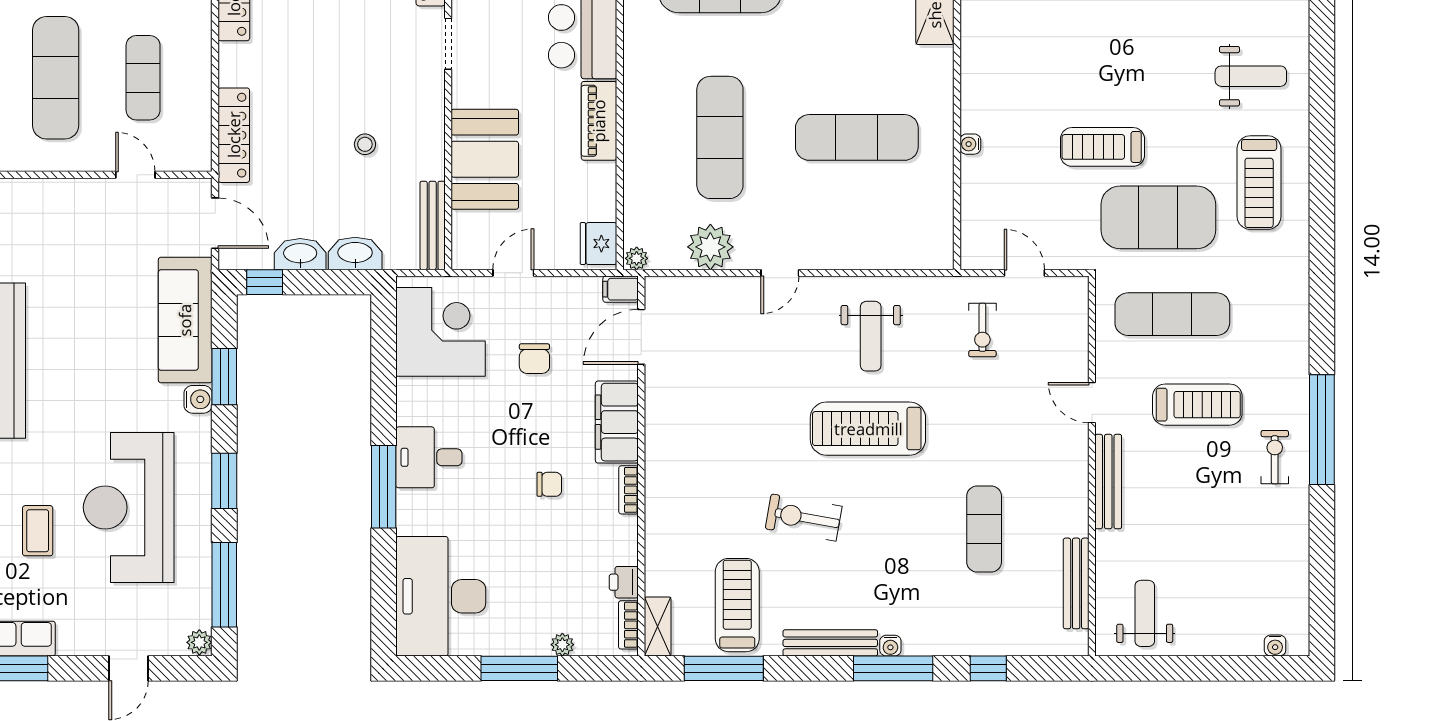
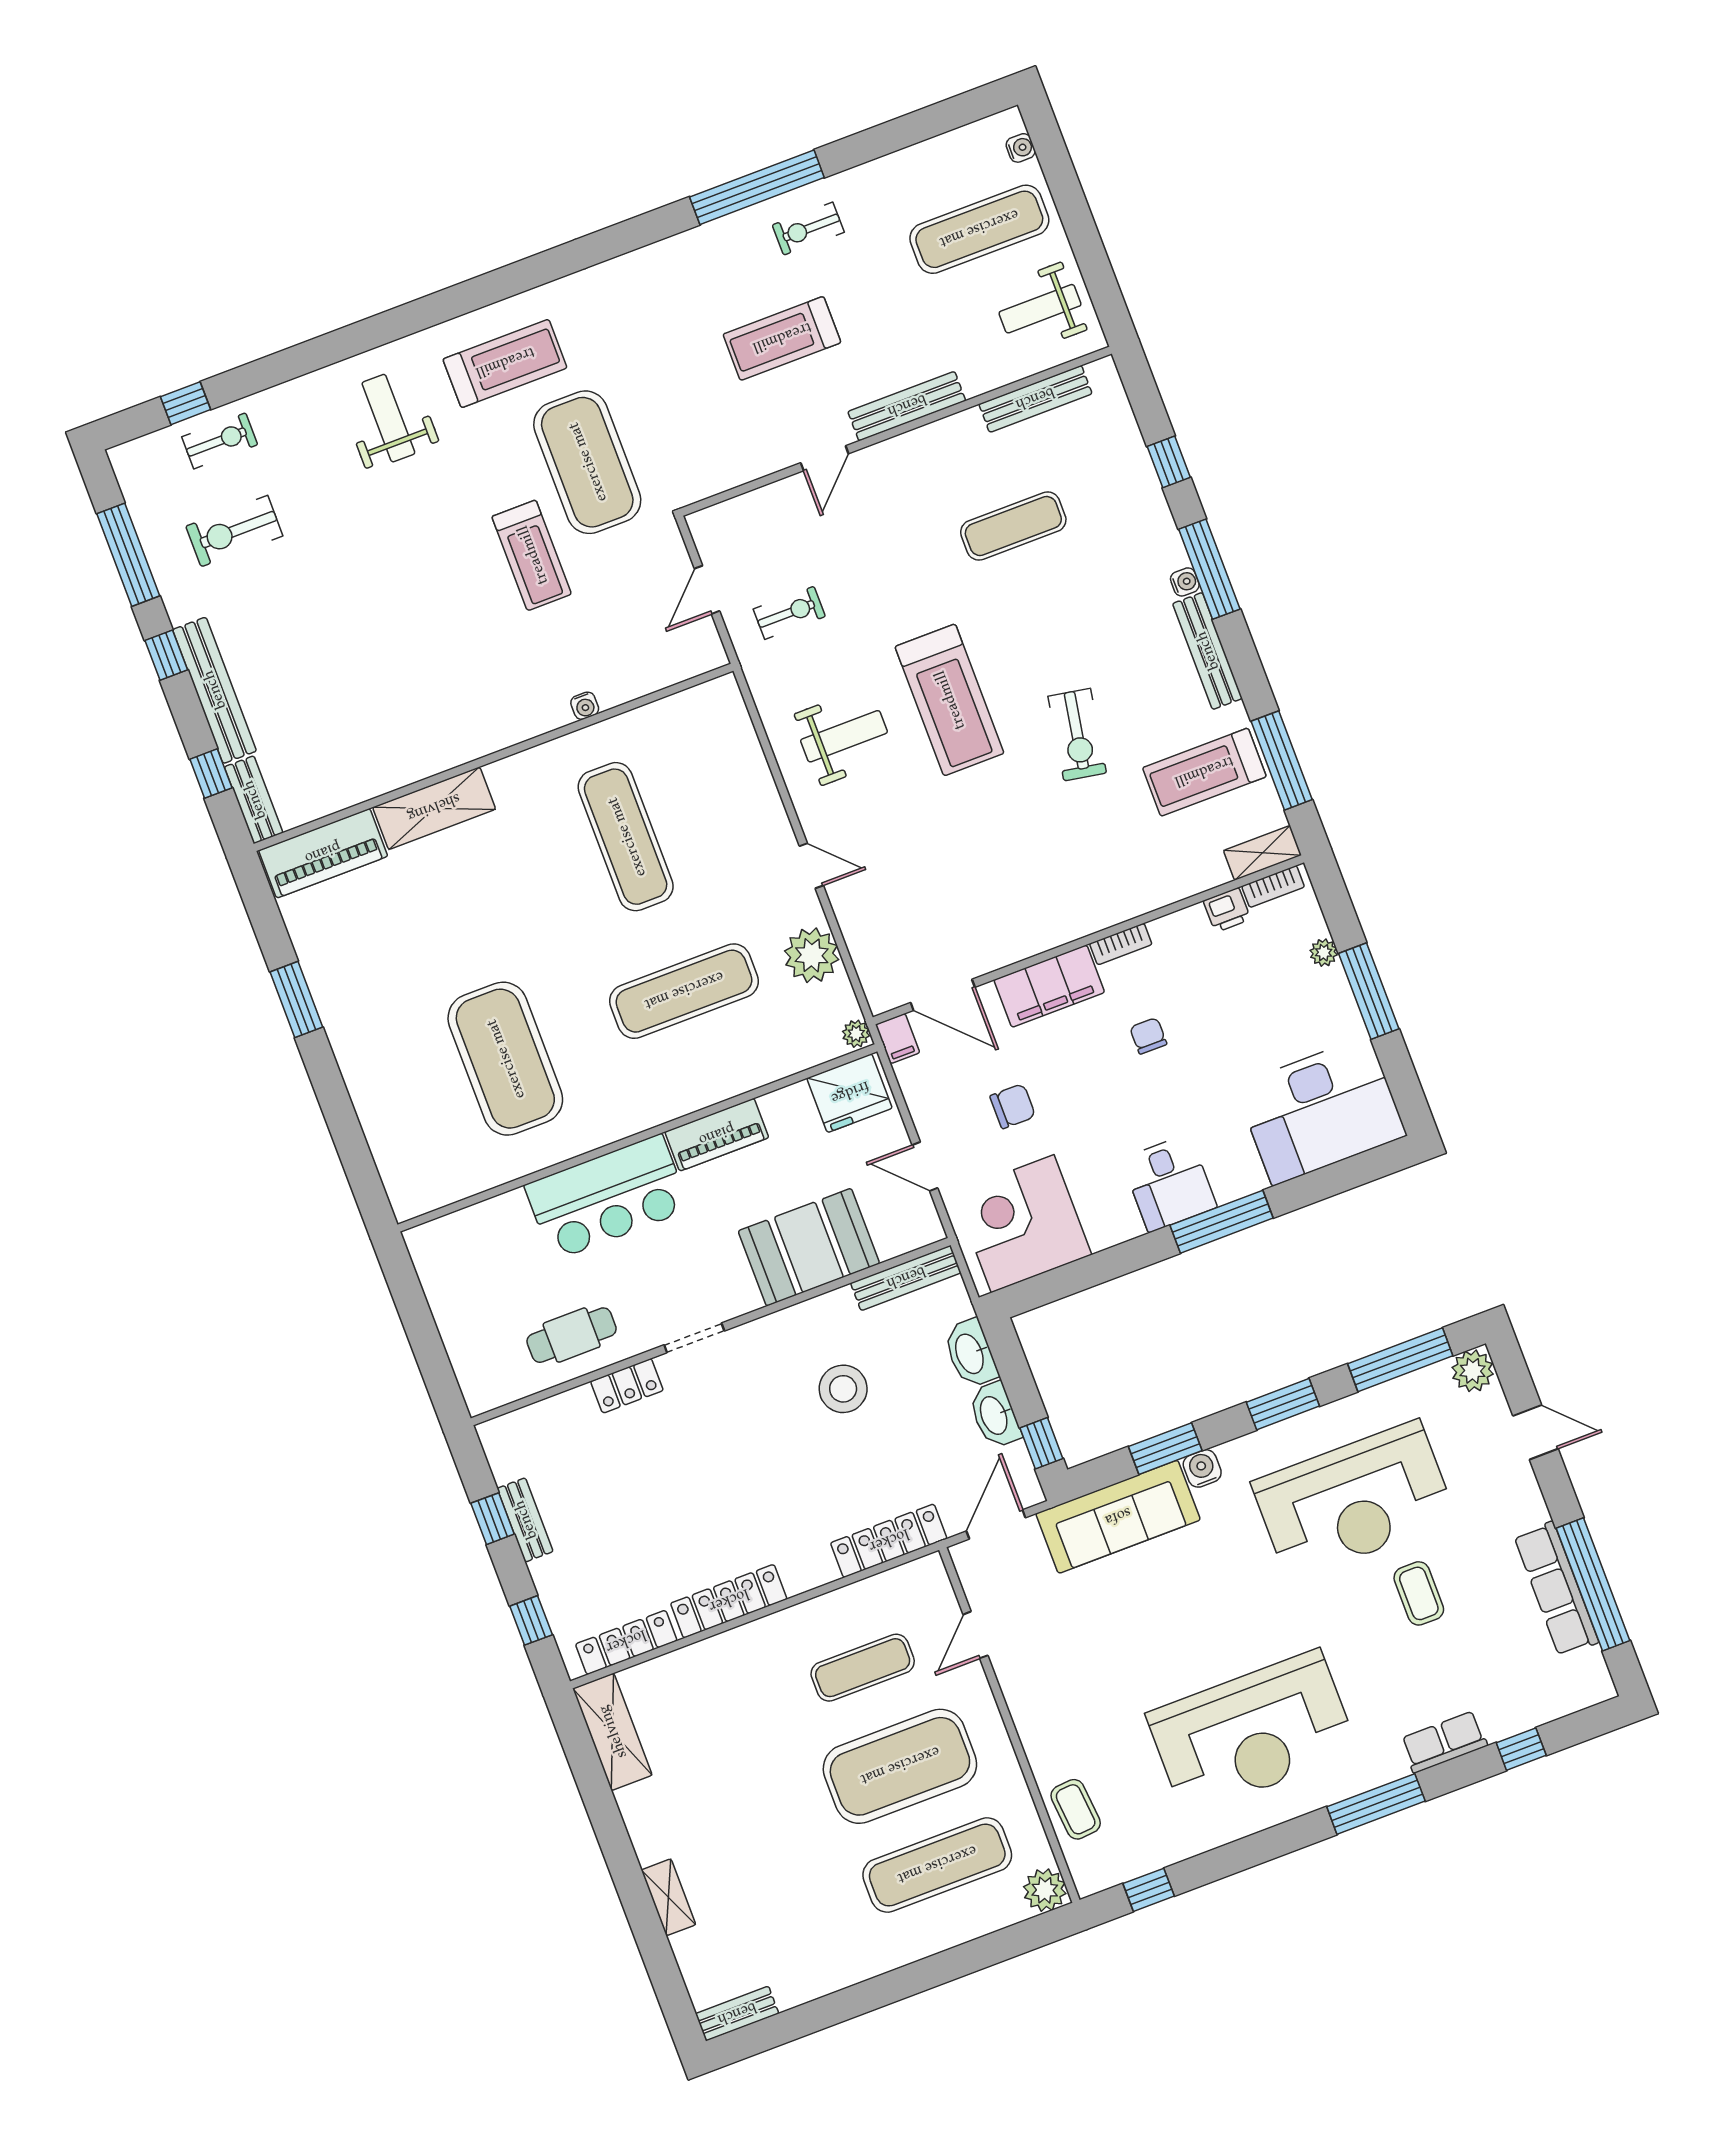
exercise mat: (56, 78) -> (900, 1766), width x1.47
stool: (365, 144) -> (843, 1389), width x1.89, depth x1.89
fridge: (598, 244) -> (850, 1093), width x1.36, depth x1.34
exercise mat: (1172, 314) -> (979, 229), moved, turned 90
treadmill: (1197, 405) -> (782, 338), turned -90
coffee table: (38, 531) -> (1419, 1593), turned 90
plant: (199, 642) -> (1473, 1371), width x1.38, depth x1.38

